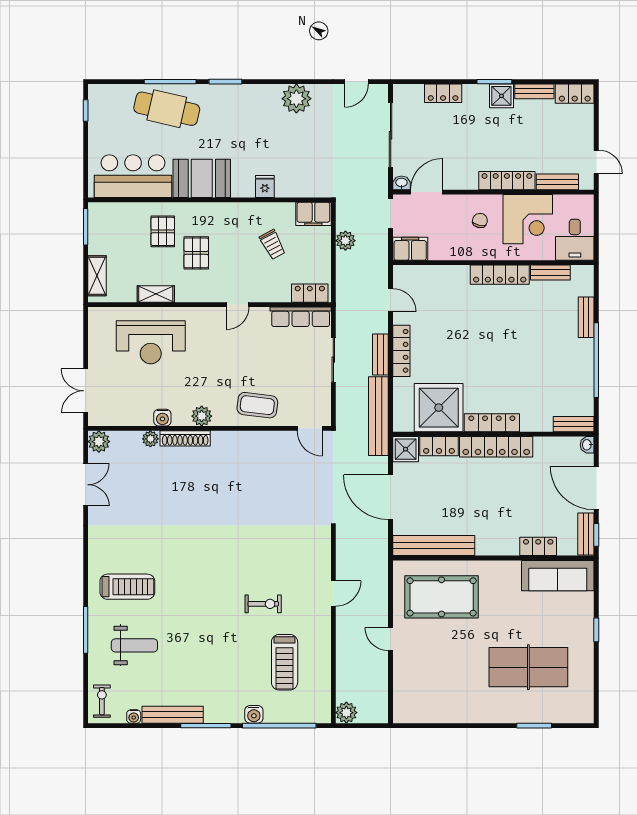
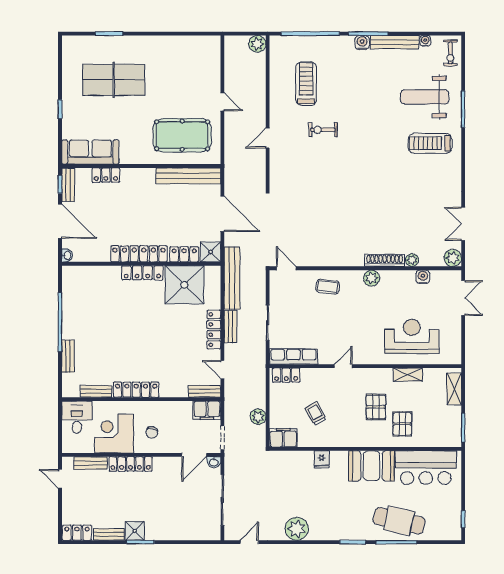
locker: (443, 93) -> (181, 533), removed
coffee table: (257, 405) -> (328, 287), width x0.73, depth x0.77
water cooler: (162, 418) -> (423, 277), moved
bench: (574, 424) -> (205, 391), moved
weight bench: (134, 645) -> (425, 97), width x1.36, depth x1.33
water cooler: (254, 714) -> (362, 43), moved

